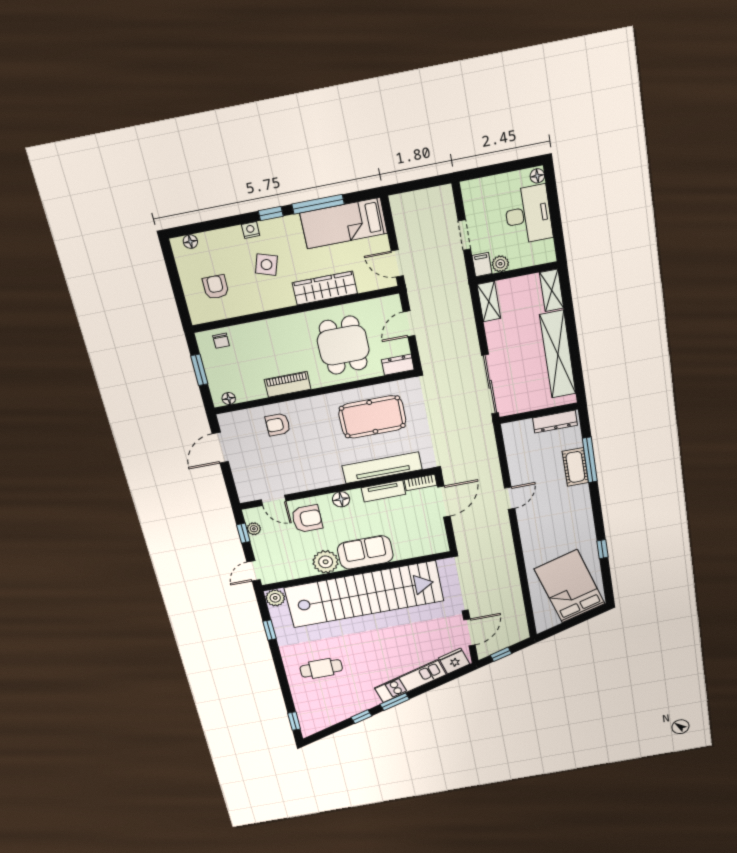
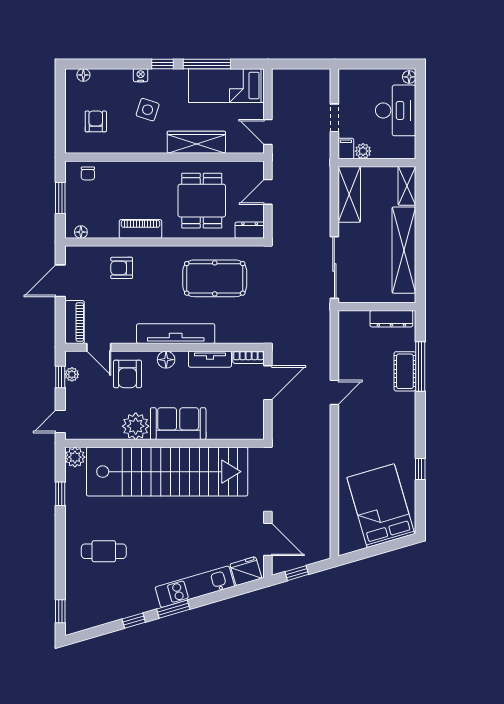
shelving: (489, 301) -> (349, 194), width x1.50, depth x1.33
tv unit: (382, 468) -> (176, 334), moved
piano: (244, 482) -> (75, 322), added
armchair: (307, 519) -> (128, 374), turned 90
door: (469, 632) -> (268, 539), hinge flipped

